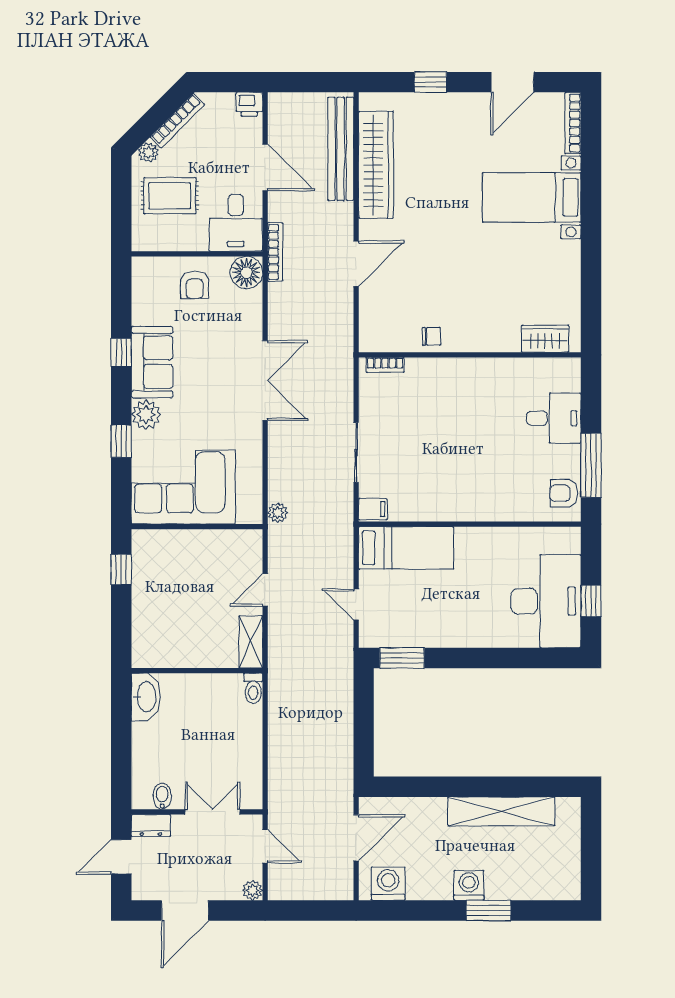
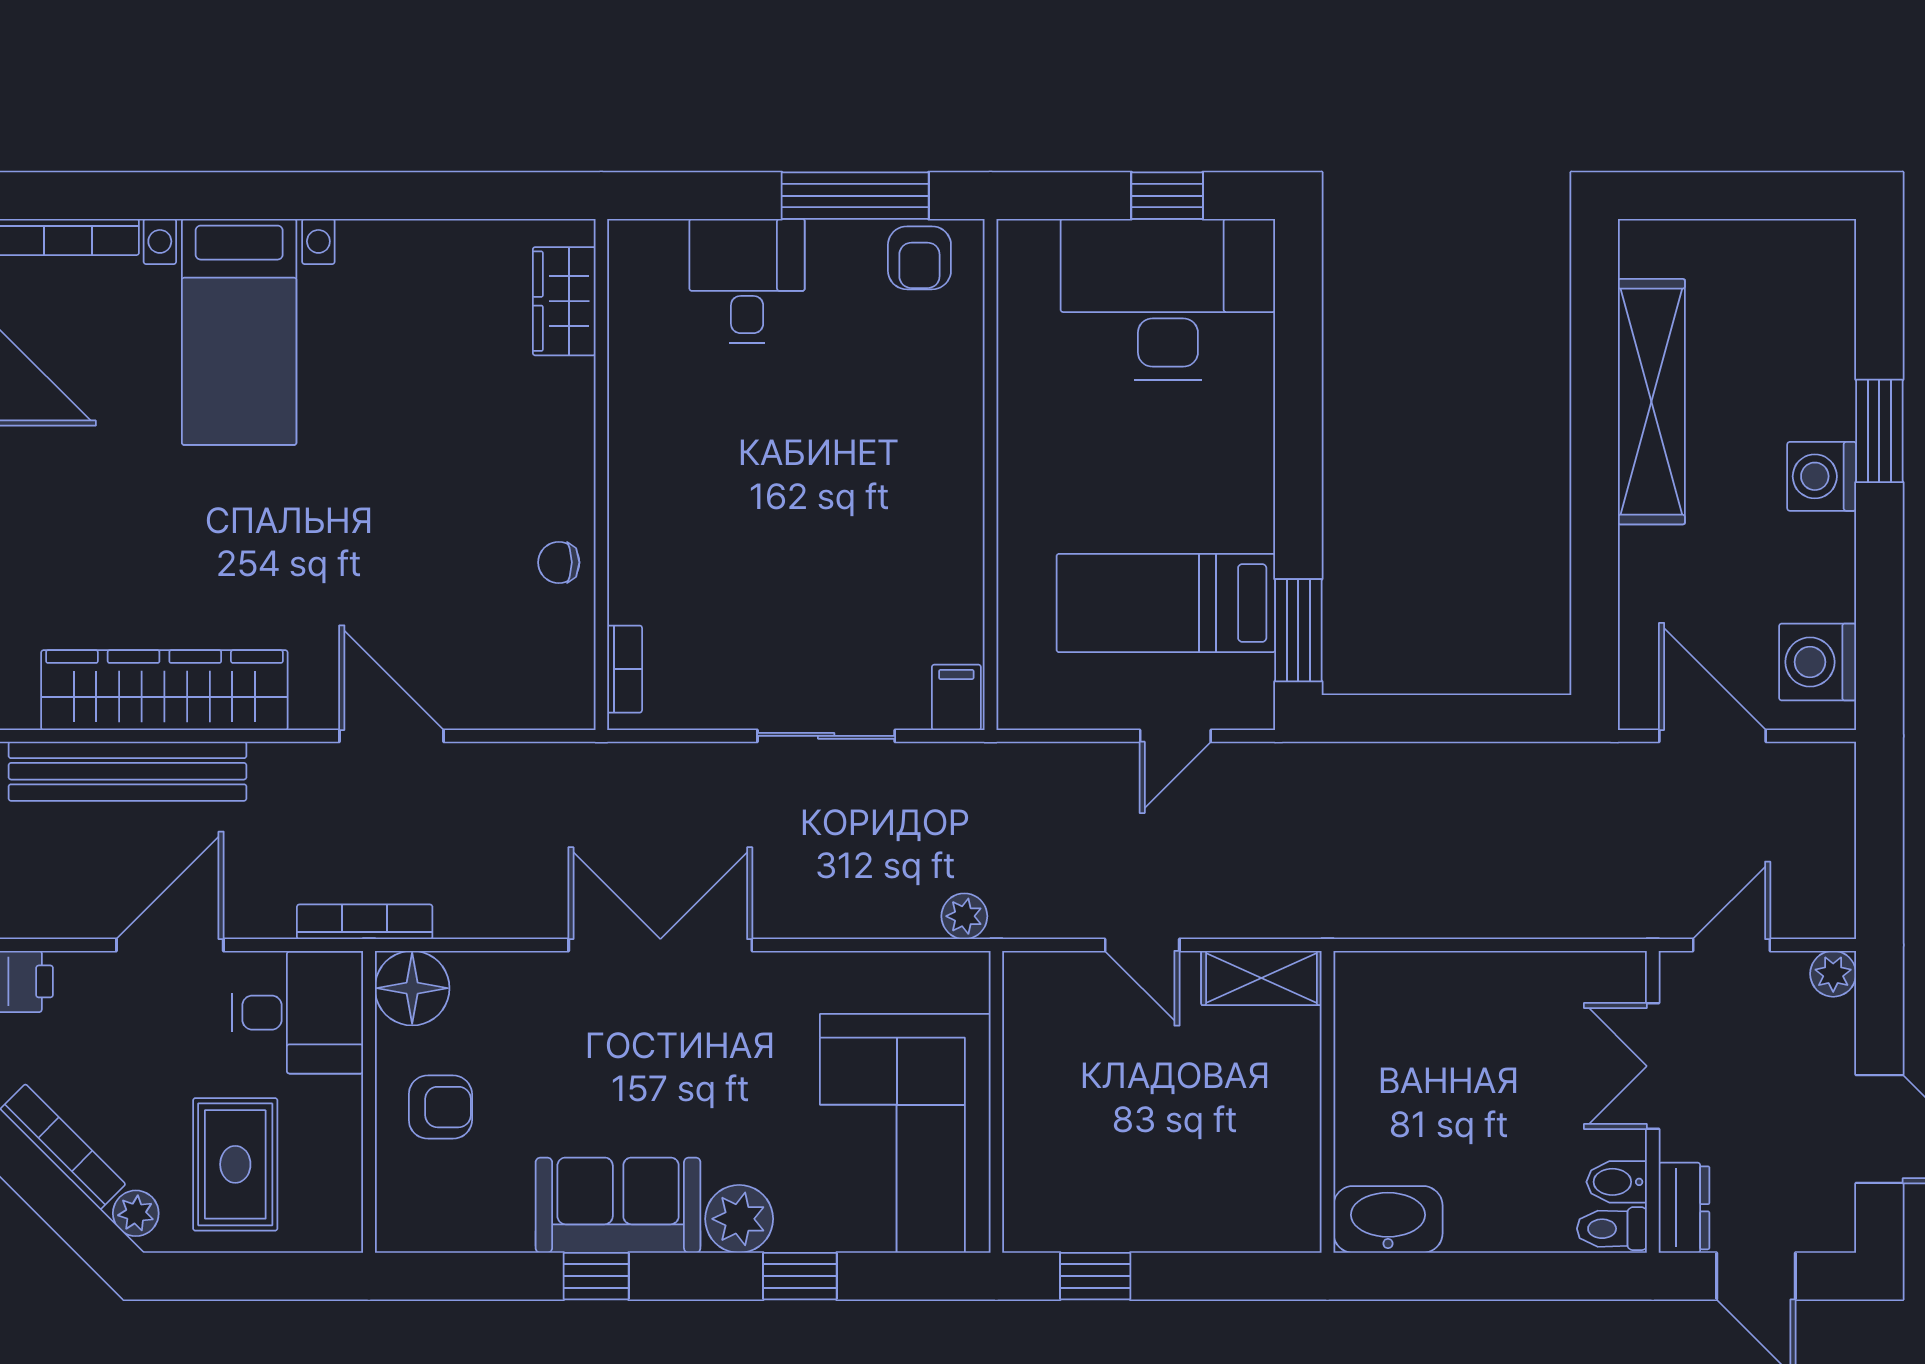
chair: (431, 336) -> (559, 562), turned -90
bed: (406, 548) -> (1166, 603), moved, turned -90
toilet: (253, 688) -> (1612, 1229), moved, turned 180

